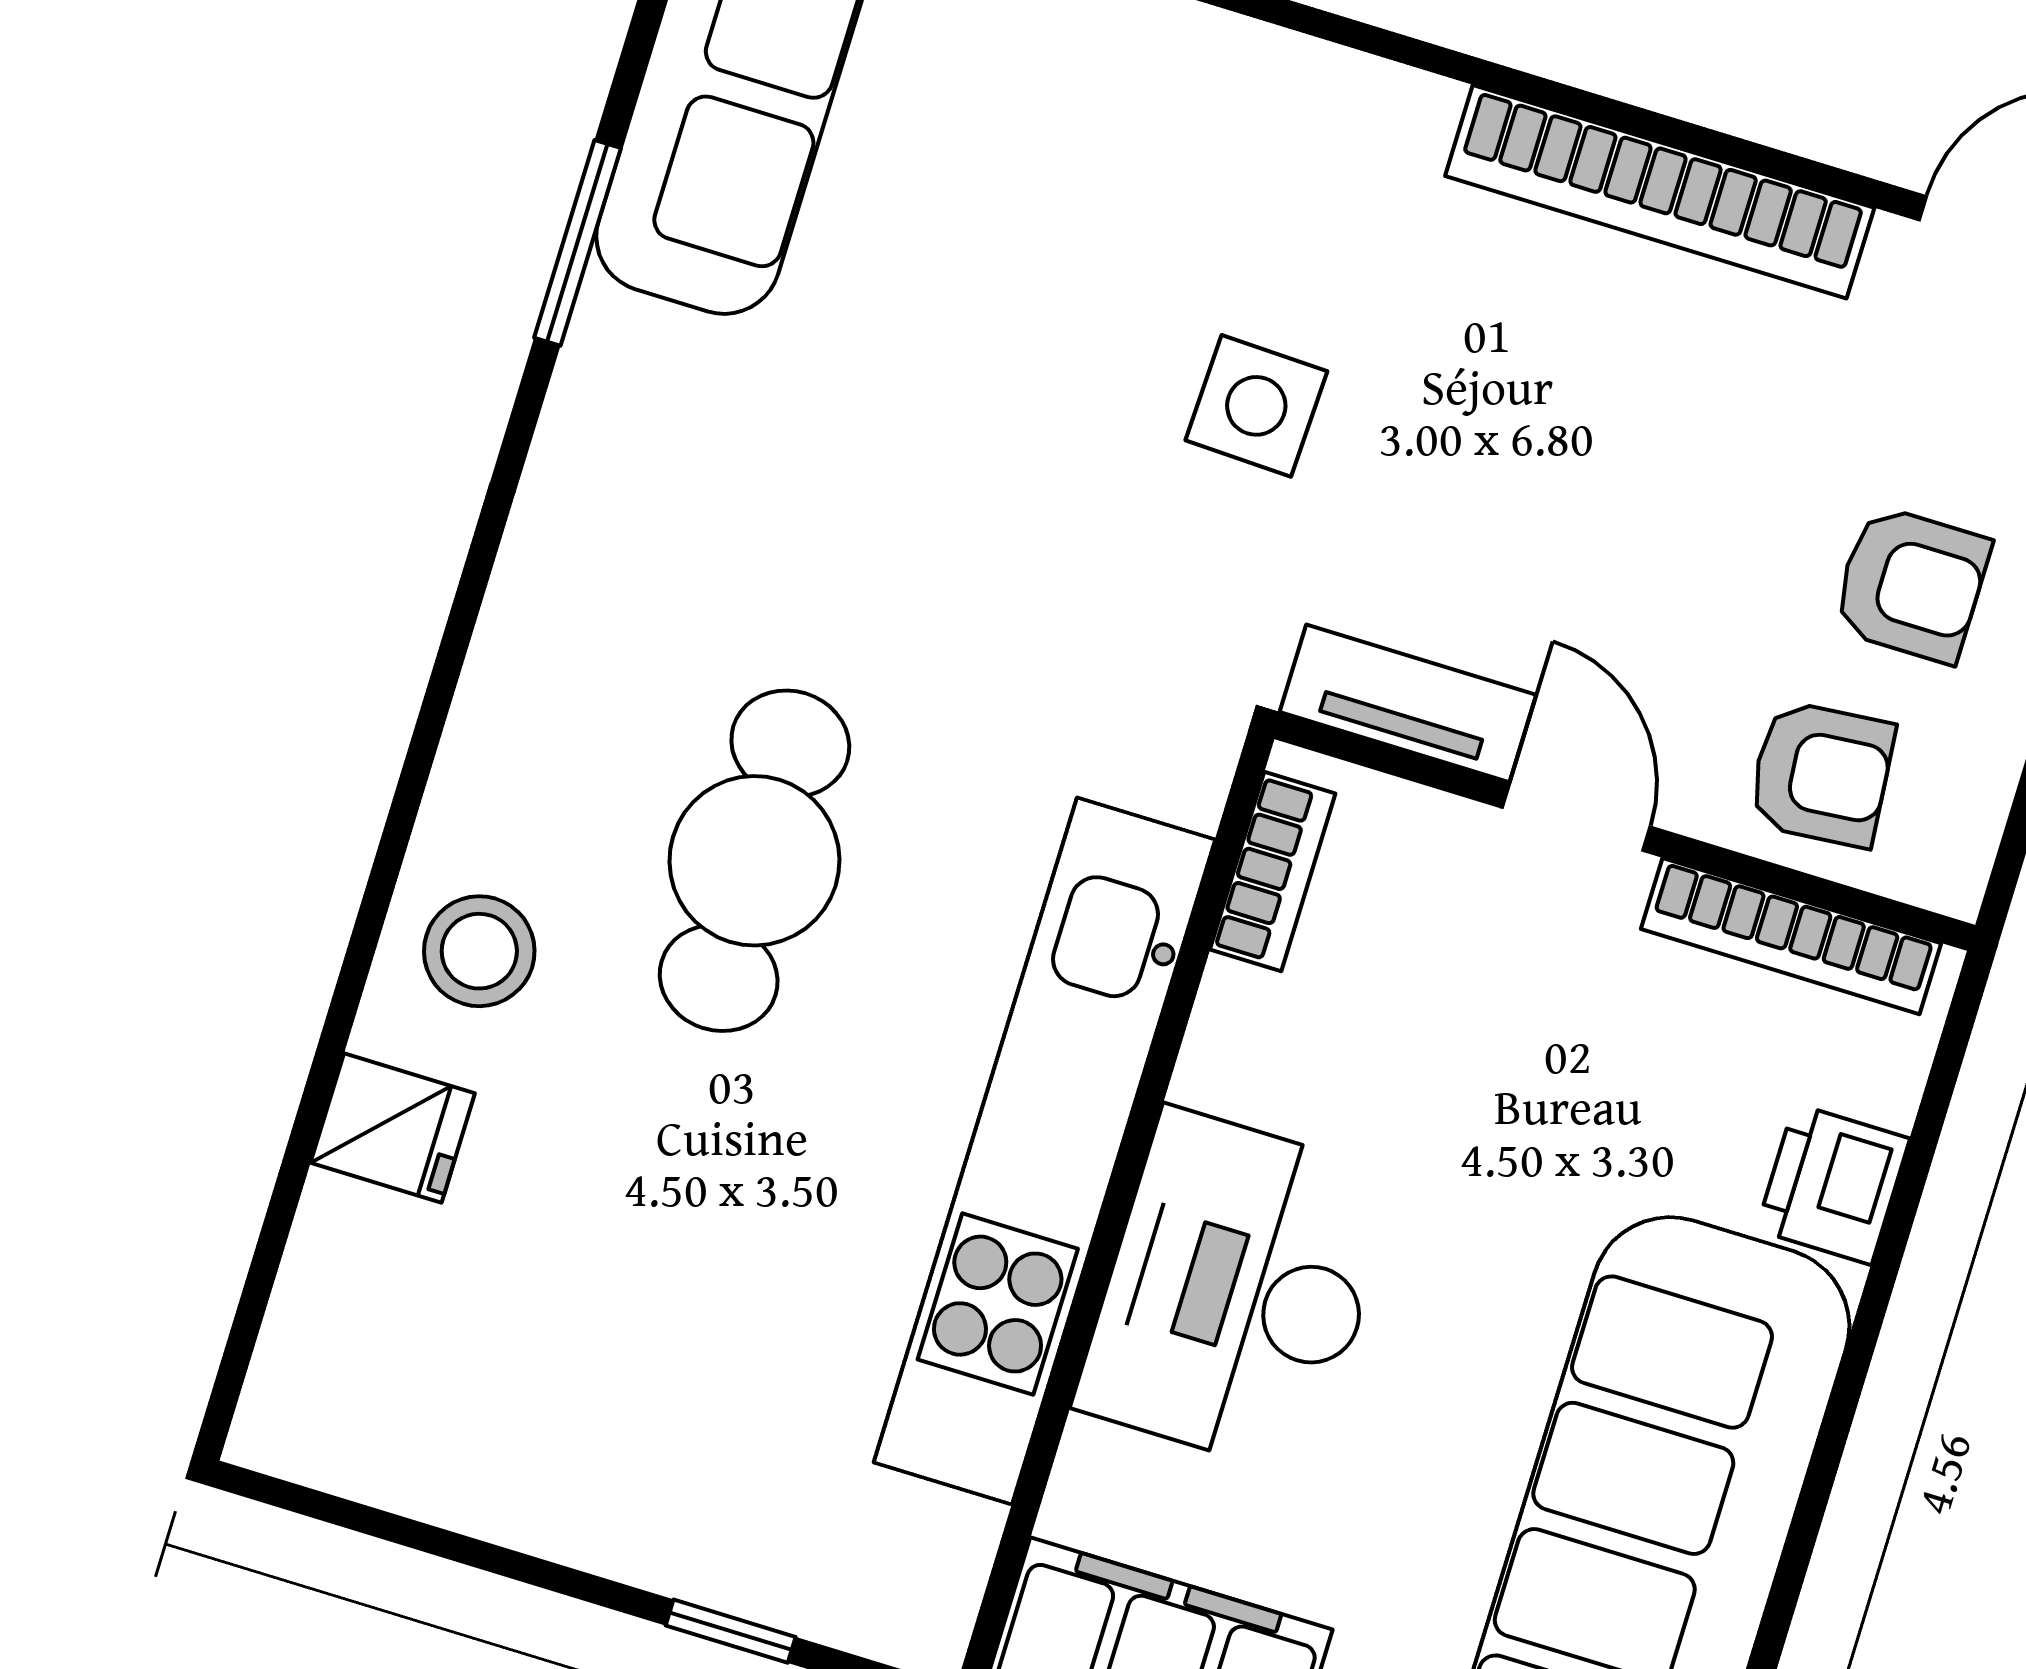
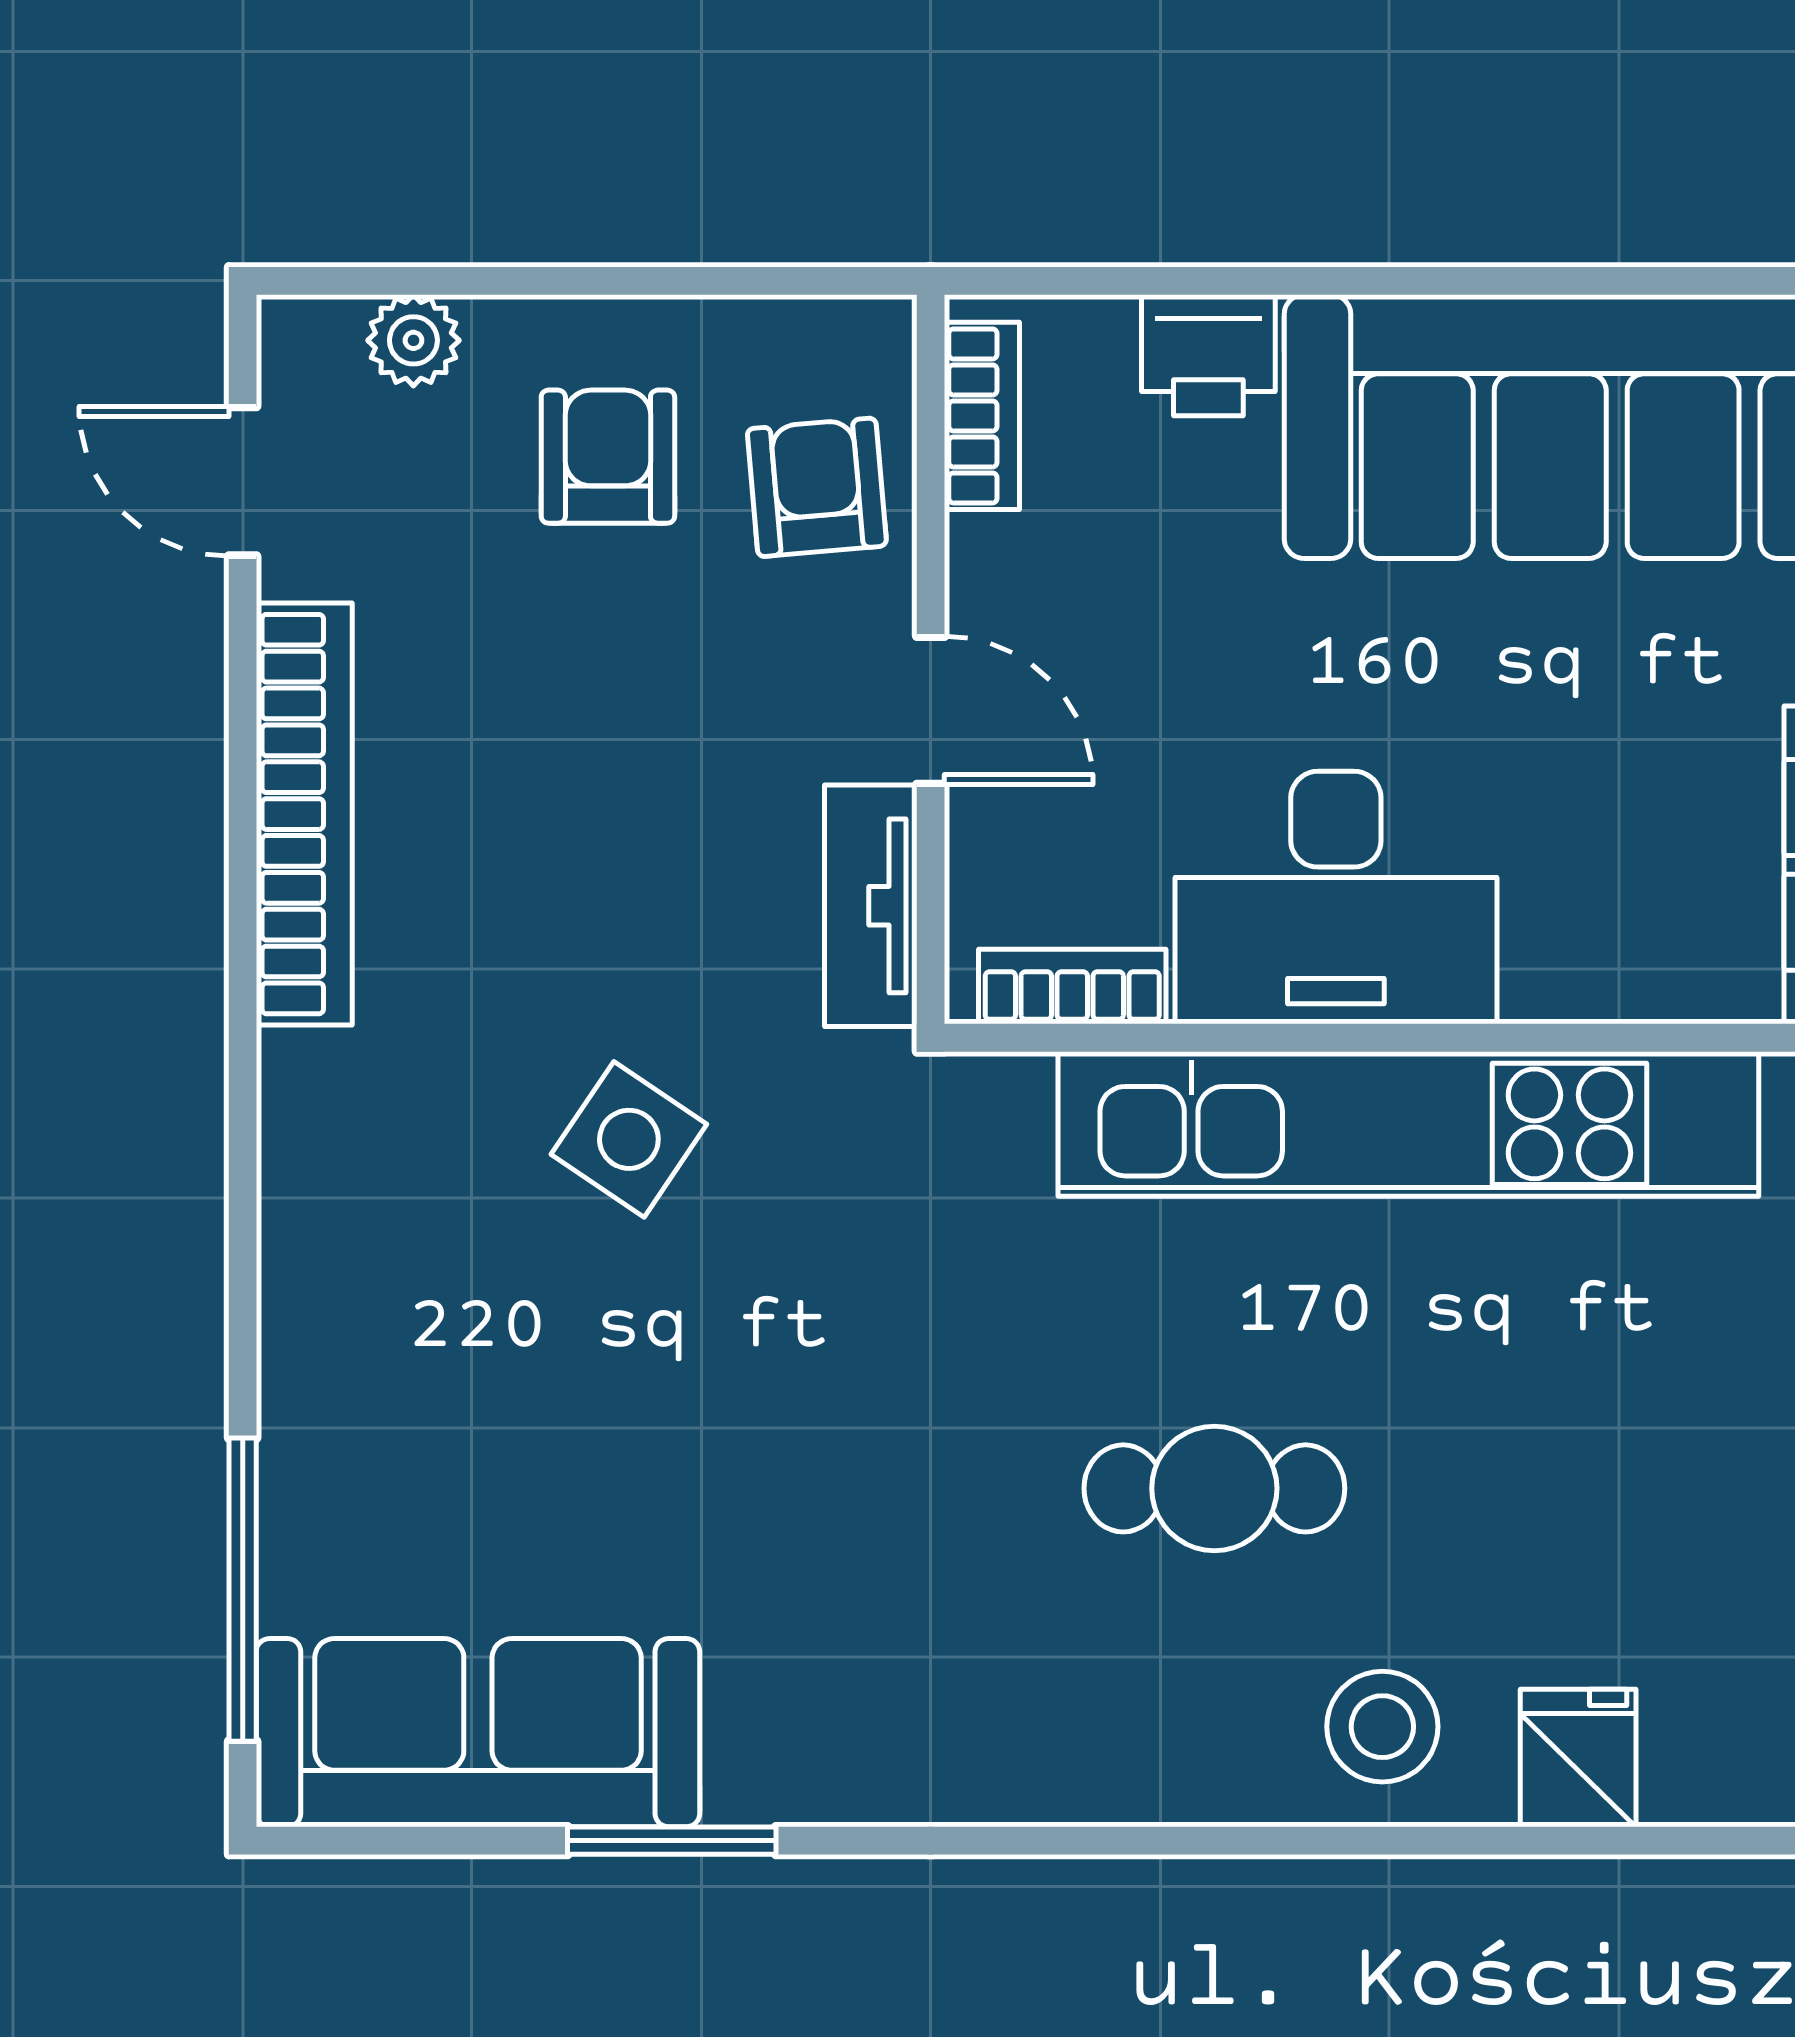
side table: (1256, 406) -> (629, 1139), turned 32
door: (1576, 817) -> (931, 710), swing flipped
cafe table: (754, 861) -> (1214, 1488), width x0.73, depth x0.74
bookcase: (1791, 936) -> (982, 416), width x0.64
desk: (1237, 1292) -> (1336, 898), moved

